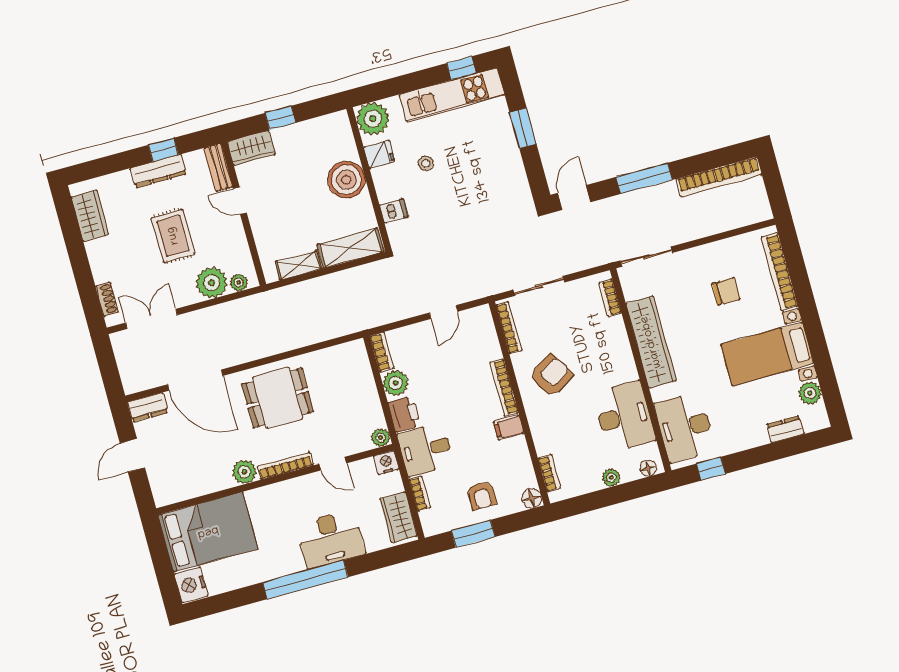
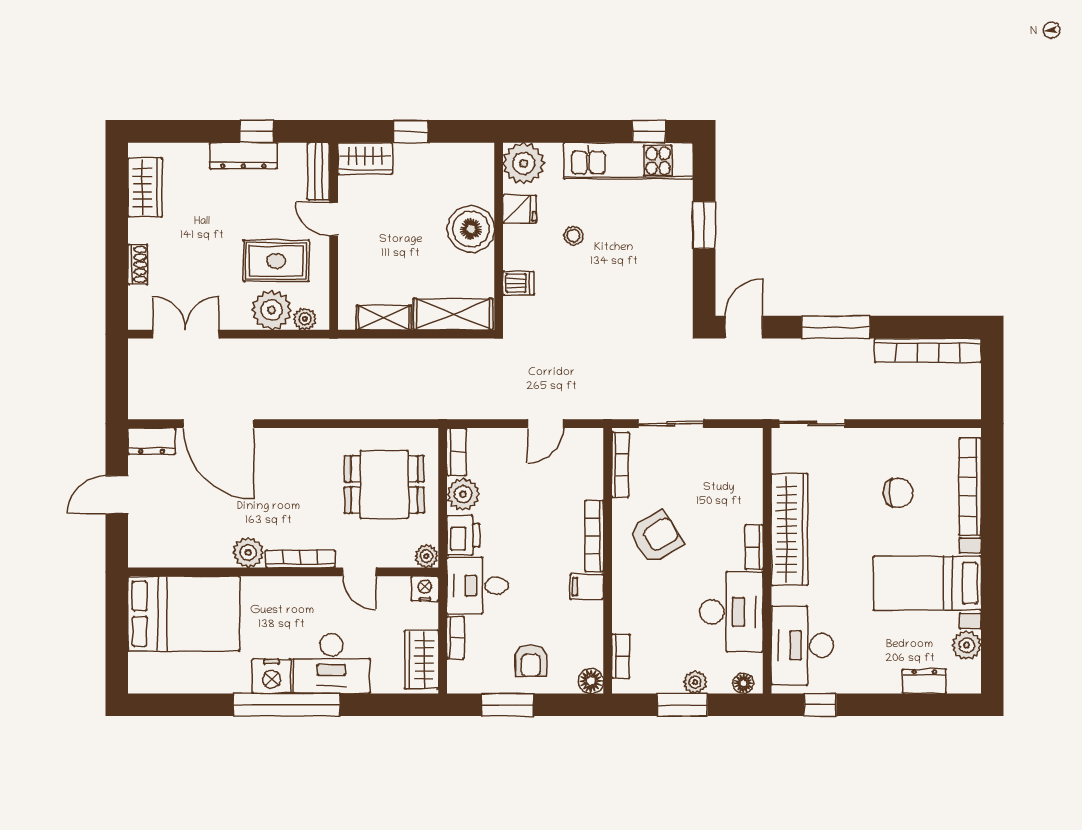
rug: (173, 236) -> (276, 261), moved, turned 90
bookcase: (610, 298) -> (754, 547), moved
shoe rack: (107, 299) -> (138, 264), moved
dining table: (278, 398) -> (384, 484), moved
window: (606, 497) -> (682, 705), added
nightstand: (191, 585) -> (272, 676), moved, turned -90

